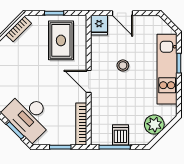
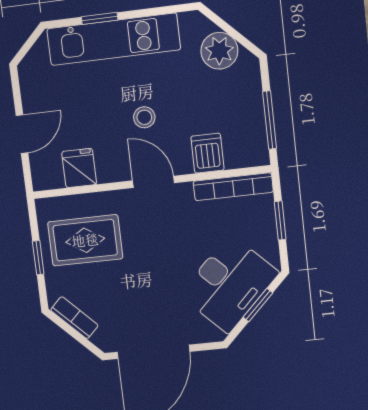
fridge: (99, 25) -> (79, 168), moved, turned -90
stool: (123, 65) -> (144, 117), moved
door: (89, 81) -> (154, 182), swing flipped
dishwasher: (120, 135) -> (207, 153), moved, turned 90

